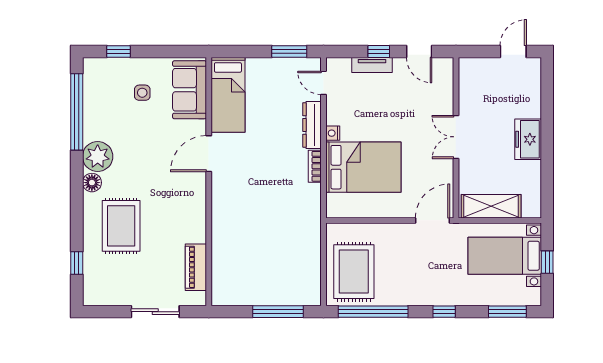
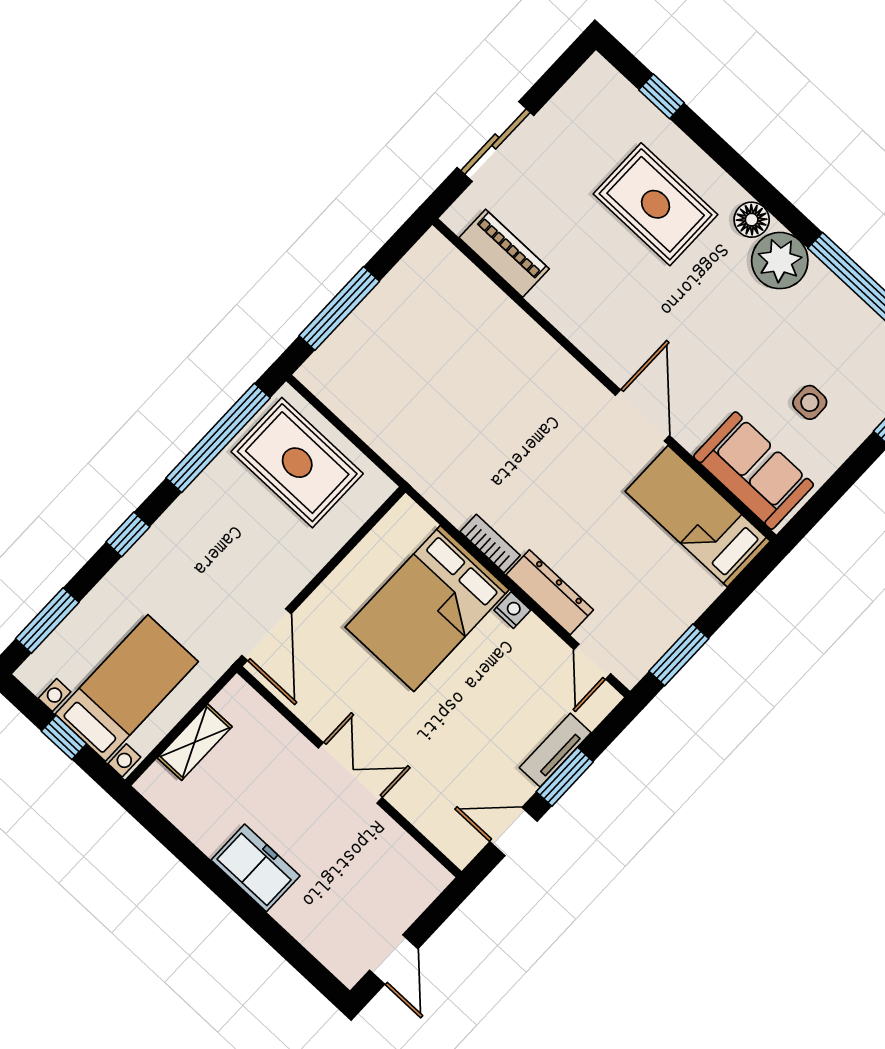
window: (379, 51) -> (565, 777), width x1.50
door: (324, 83) -> (592, 662), swing flipped
shelving: (491, 206) -> (195, 742), width x0.67, depth x0.75

